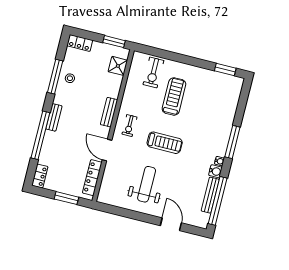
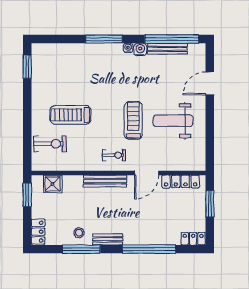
bench: (109, 112) -> (105, 181), width x1.36
bench: (54, 117) -> (108, 239), moved
treadmill: (165, 143) -> (133, 120), moved

